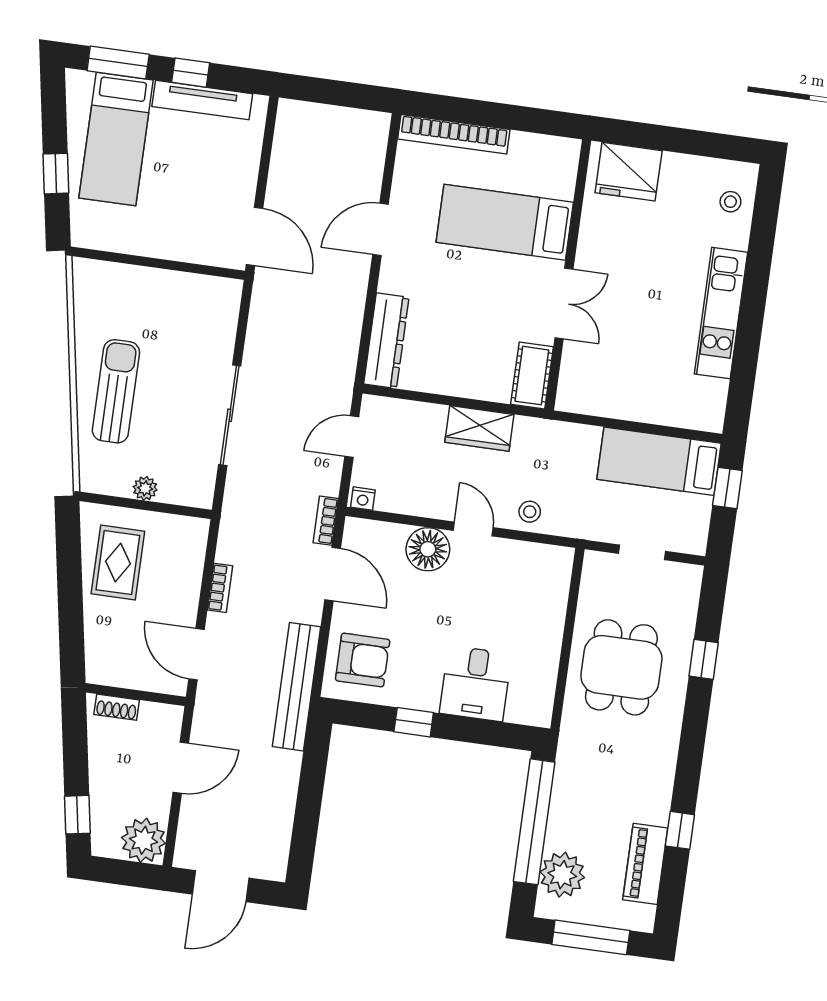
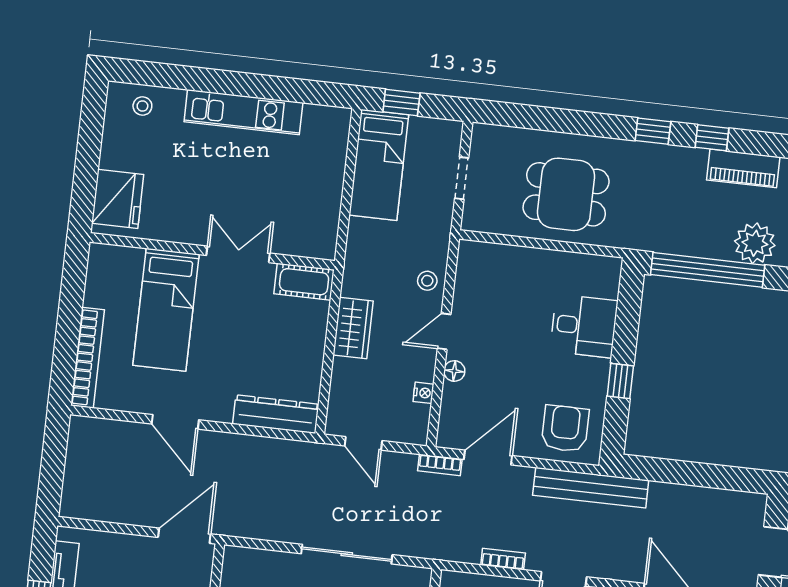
nightstand: (363, 499) -> (423, 393), moved
floor lamp: (428, 549) -> (454, 371), width x0.53, depth x0.53
window: (704, 659) -> (653, 131), moved

